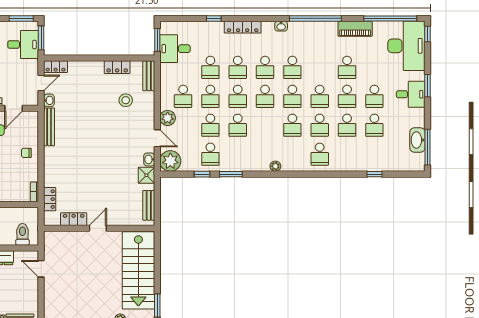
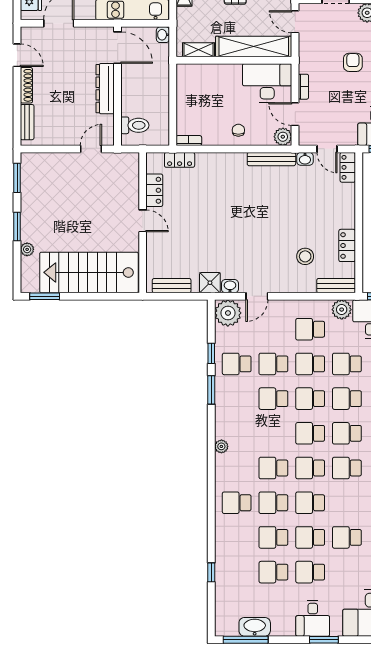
plant: (31, 118) -> (283, 137), added
plant: (168, 118) -> (342, 310), moved

